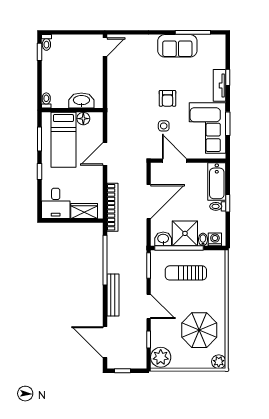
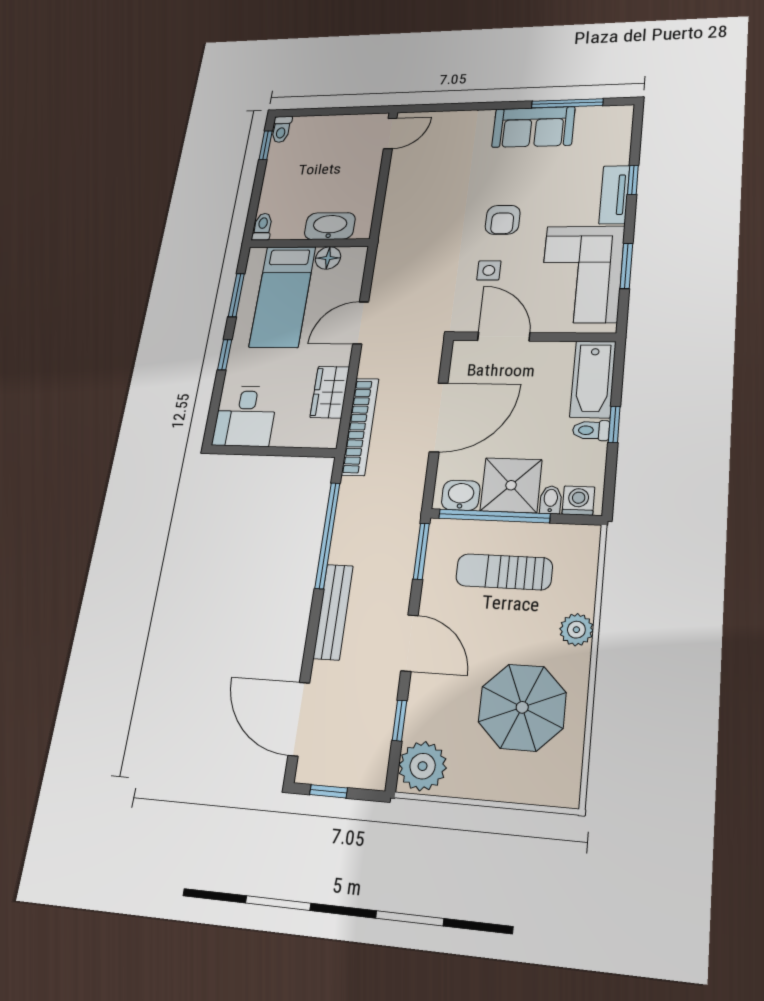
wardrobe: (84, 211) -> (330, 392), moved, turned -90
plant: (219, 362) -> (576, 630), moved

